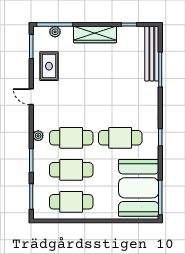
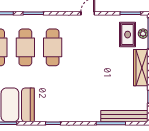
rug: (49, 66) -> (128, 35), moved, turned 90
plant: (38, 136) -> (54, 19), removed
cafe table: (120, 138) -> (53, 89), removed

